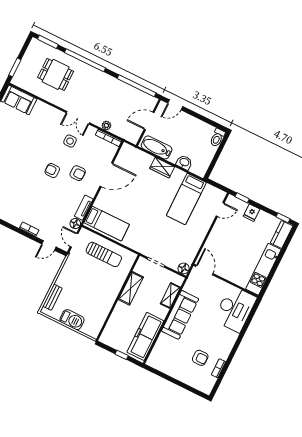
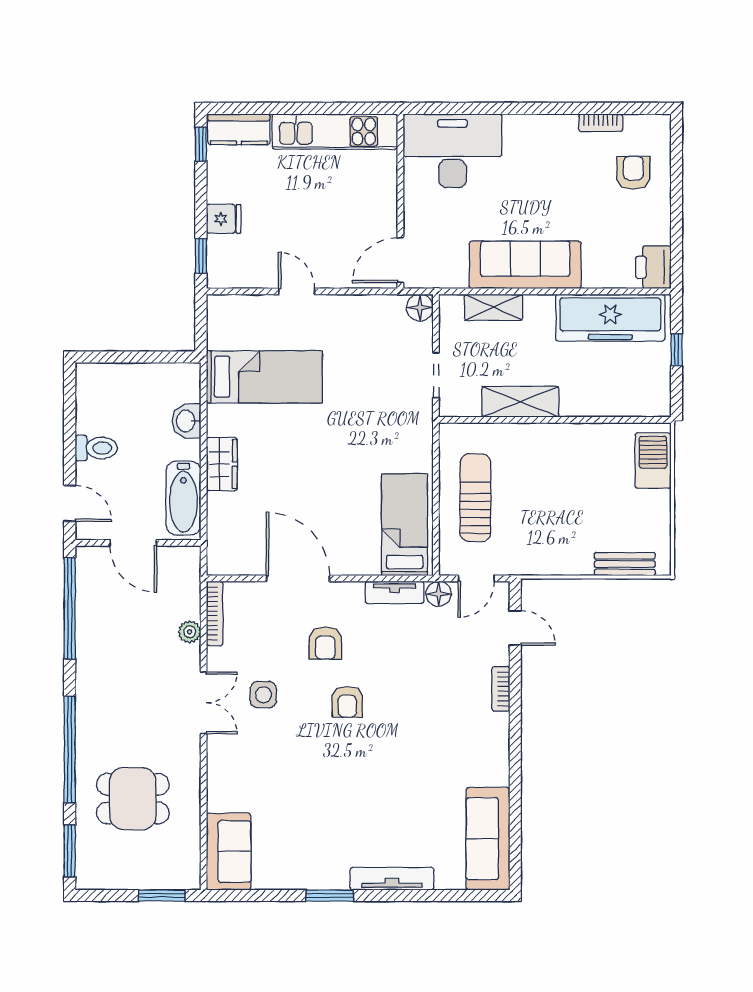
dining table: (56, 74) -> (133, 799), turned 90
toilet: (217, 138) -> (96, 448), moved
armchair: (78, 173) -> (325, 643), turned 180
door: (220, 209) -> (297, 291), moved
barbecue: (72, 320) -> (653, 461), moved
armchair: (200, 358) -> (633, 173), moved
printer: (156, 361) -> (653, 267), added

